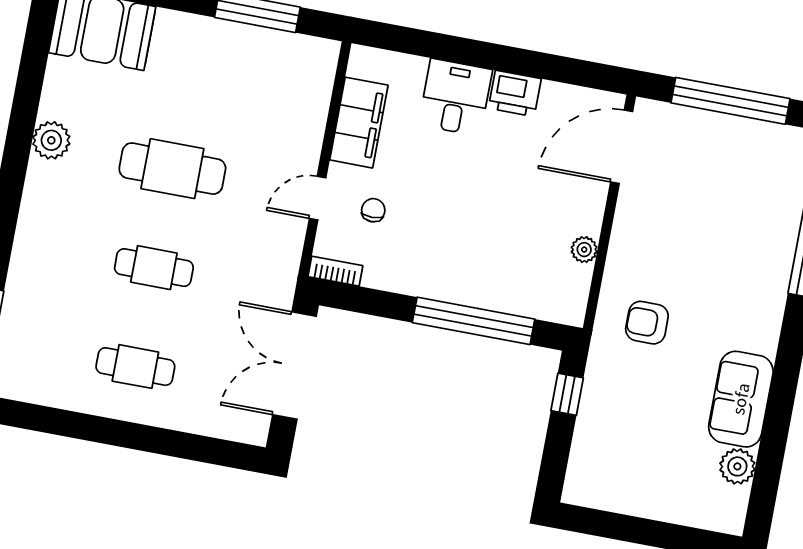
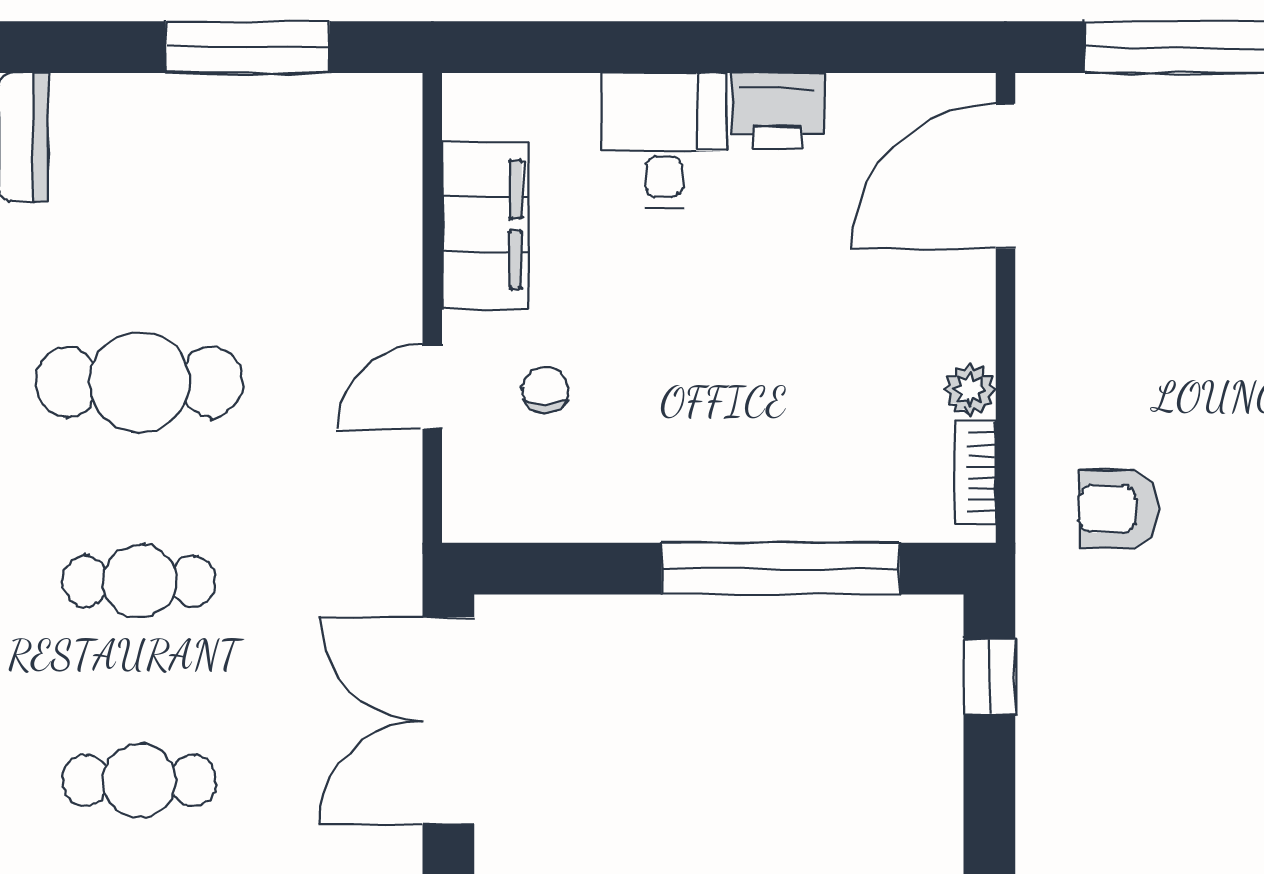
bookcase: (335, 271) -> (975, 472), moved, turned -90

